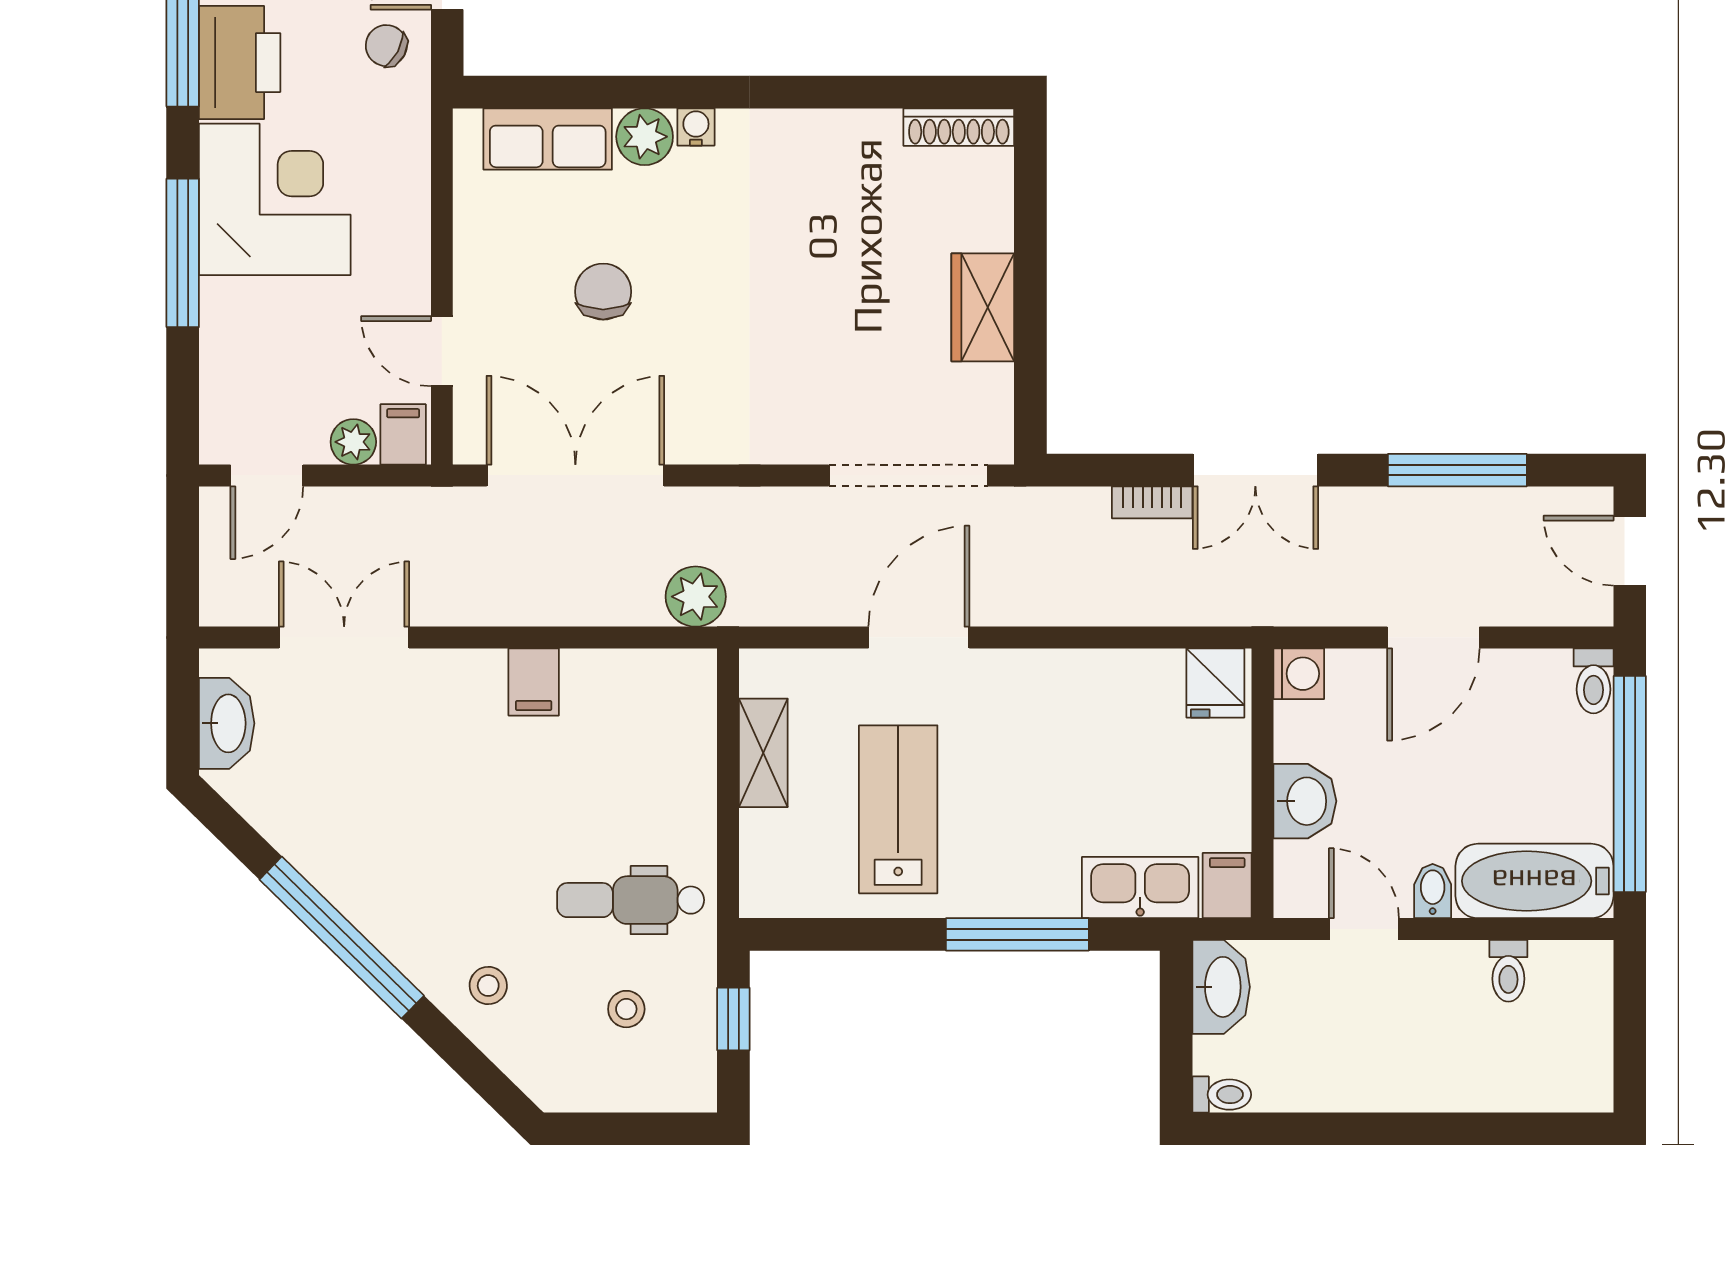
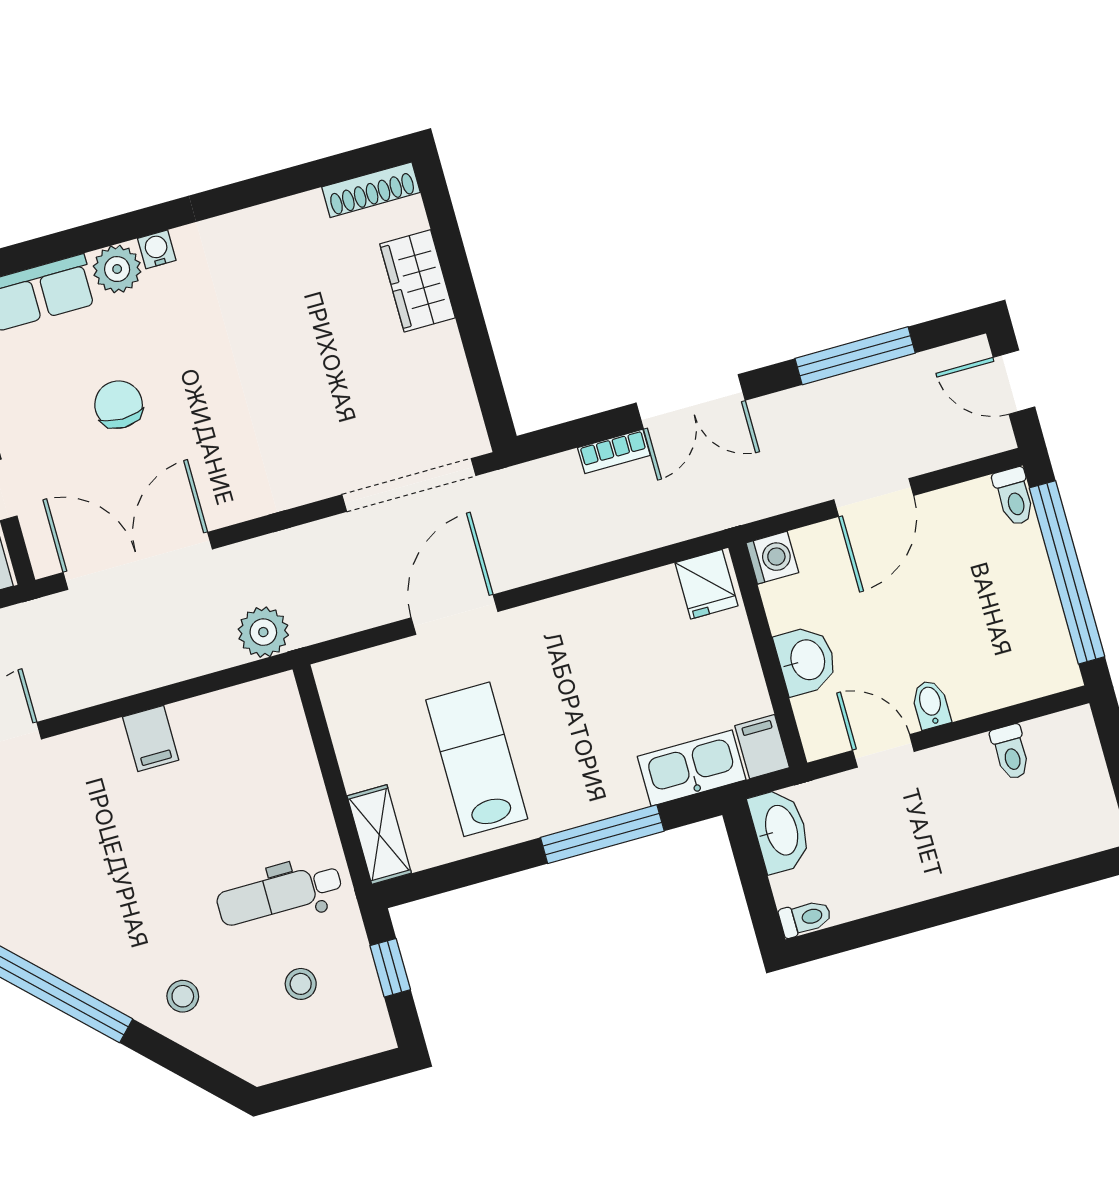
wardrobe: (983, 307) -> (417, 281), moved
shelving: (763, 753) -> (379, 835), moved
bathtub: (1534, 881) -> (1011, 673), removed

